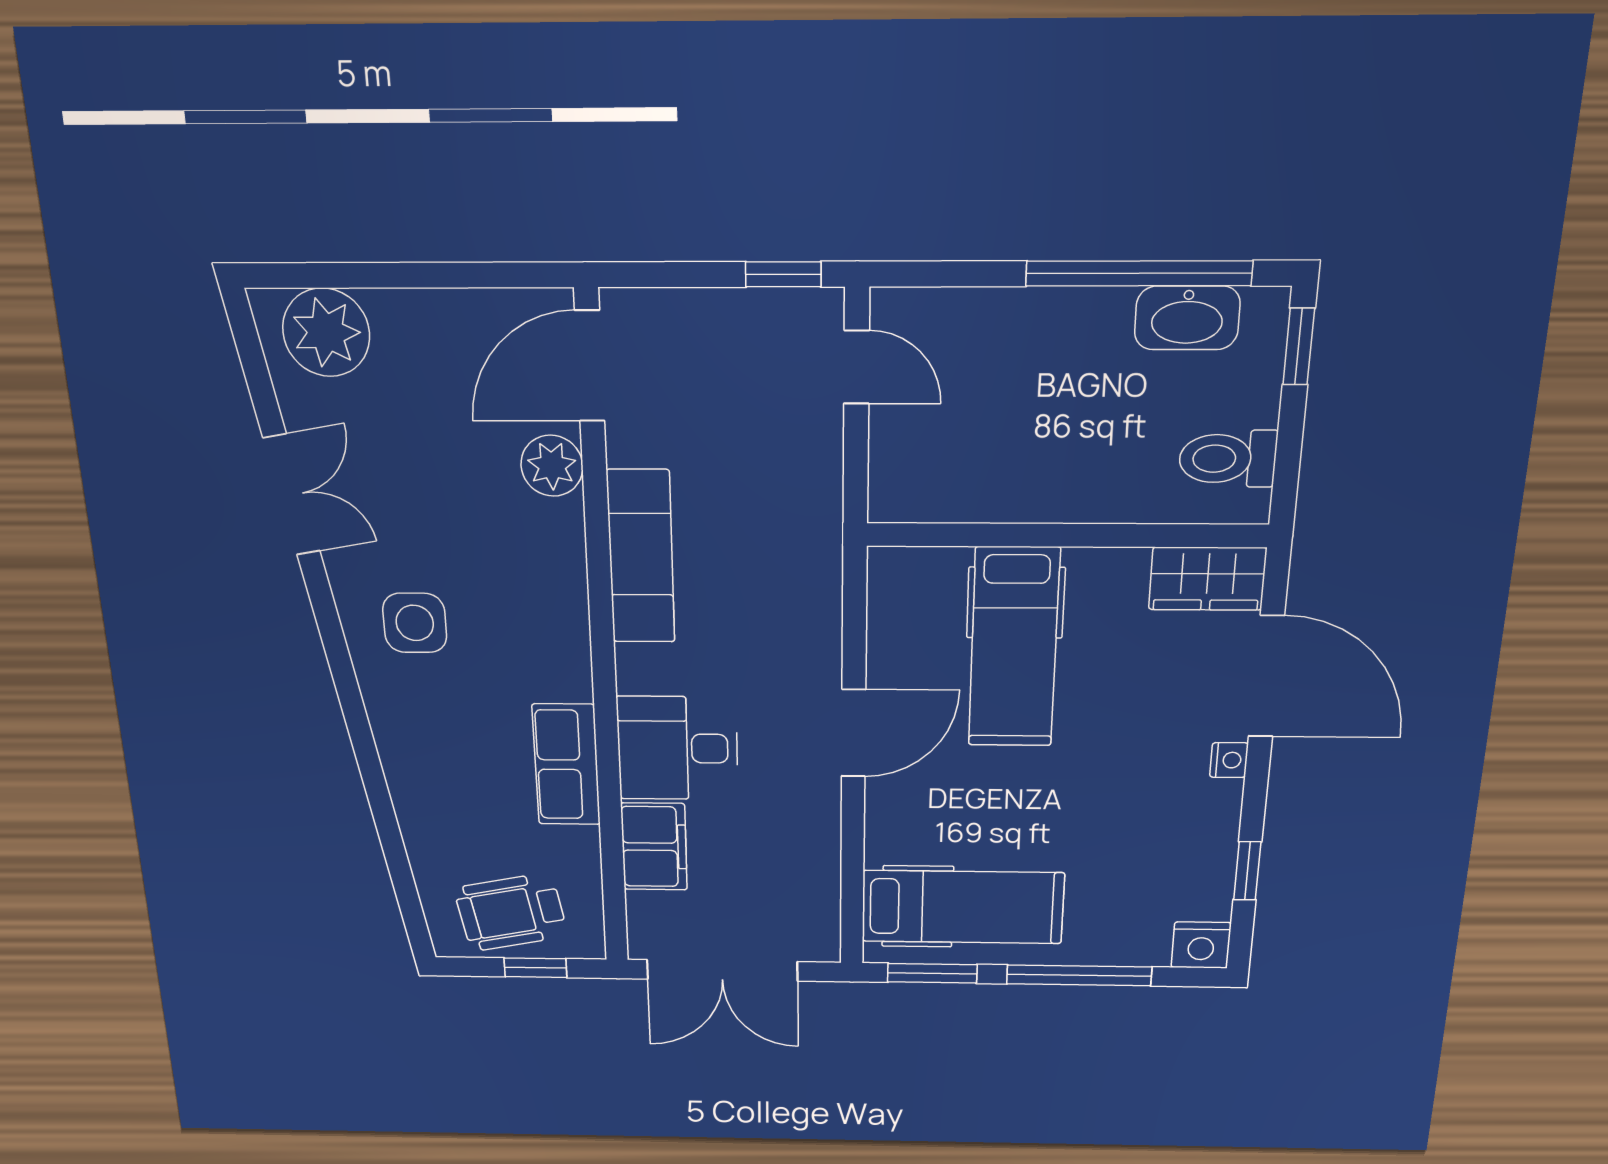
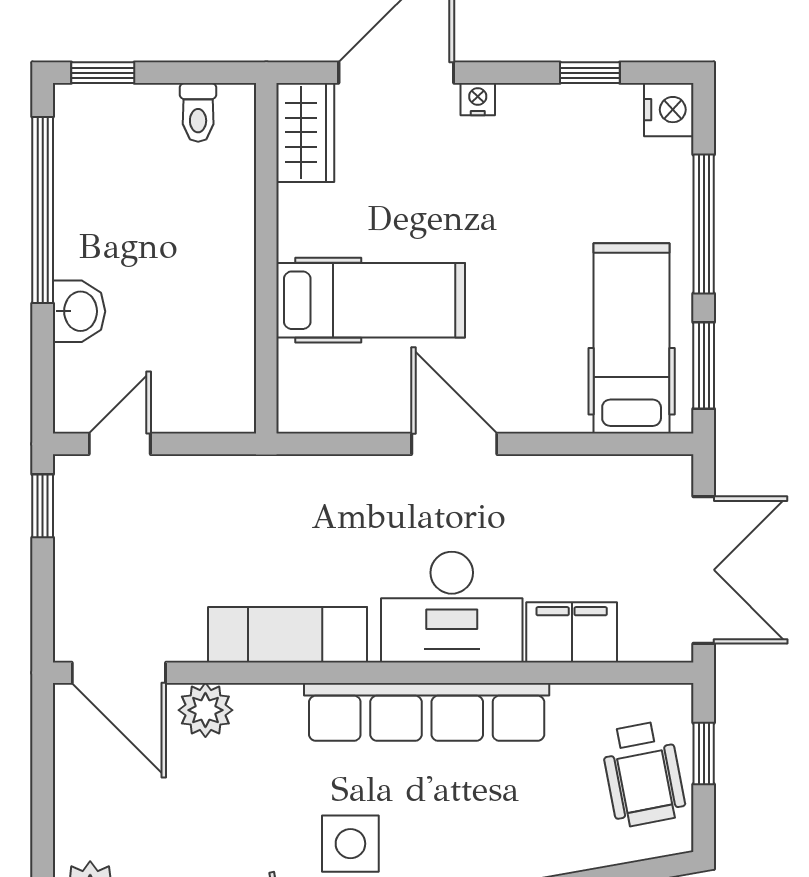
washbasin: (1187, 318) -> (79, 311), moved, width x0.72
toilet: (1228, 459) -> (198, 112), width x0.73, depth x0.72
desk: (678, 748) -> (452, 607), width x1.37
row of seats: (566, 765) -> (427, 712), width x2.02

